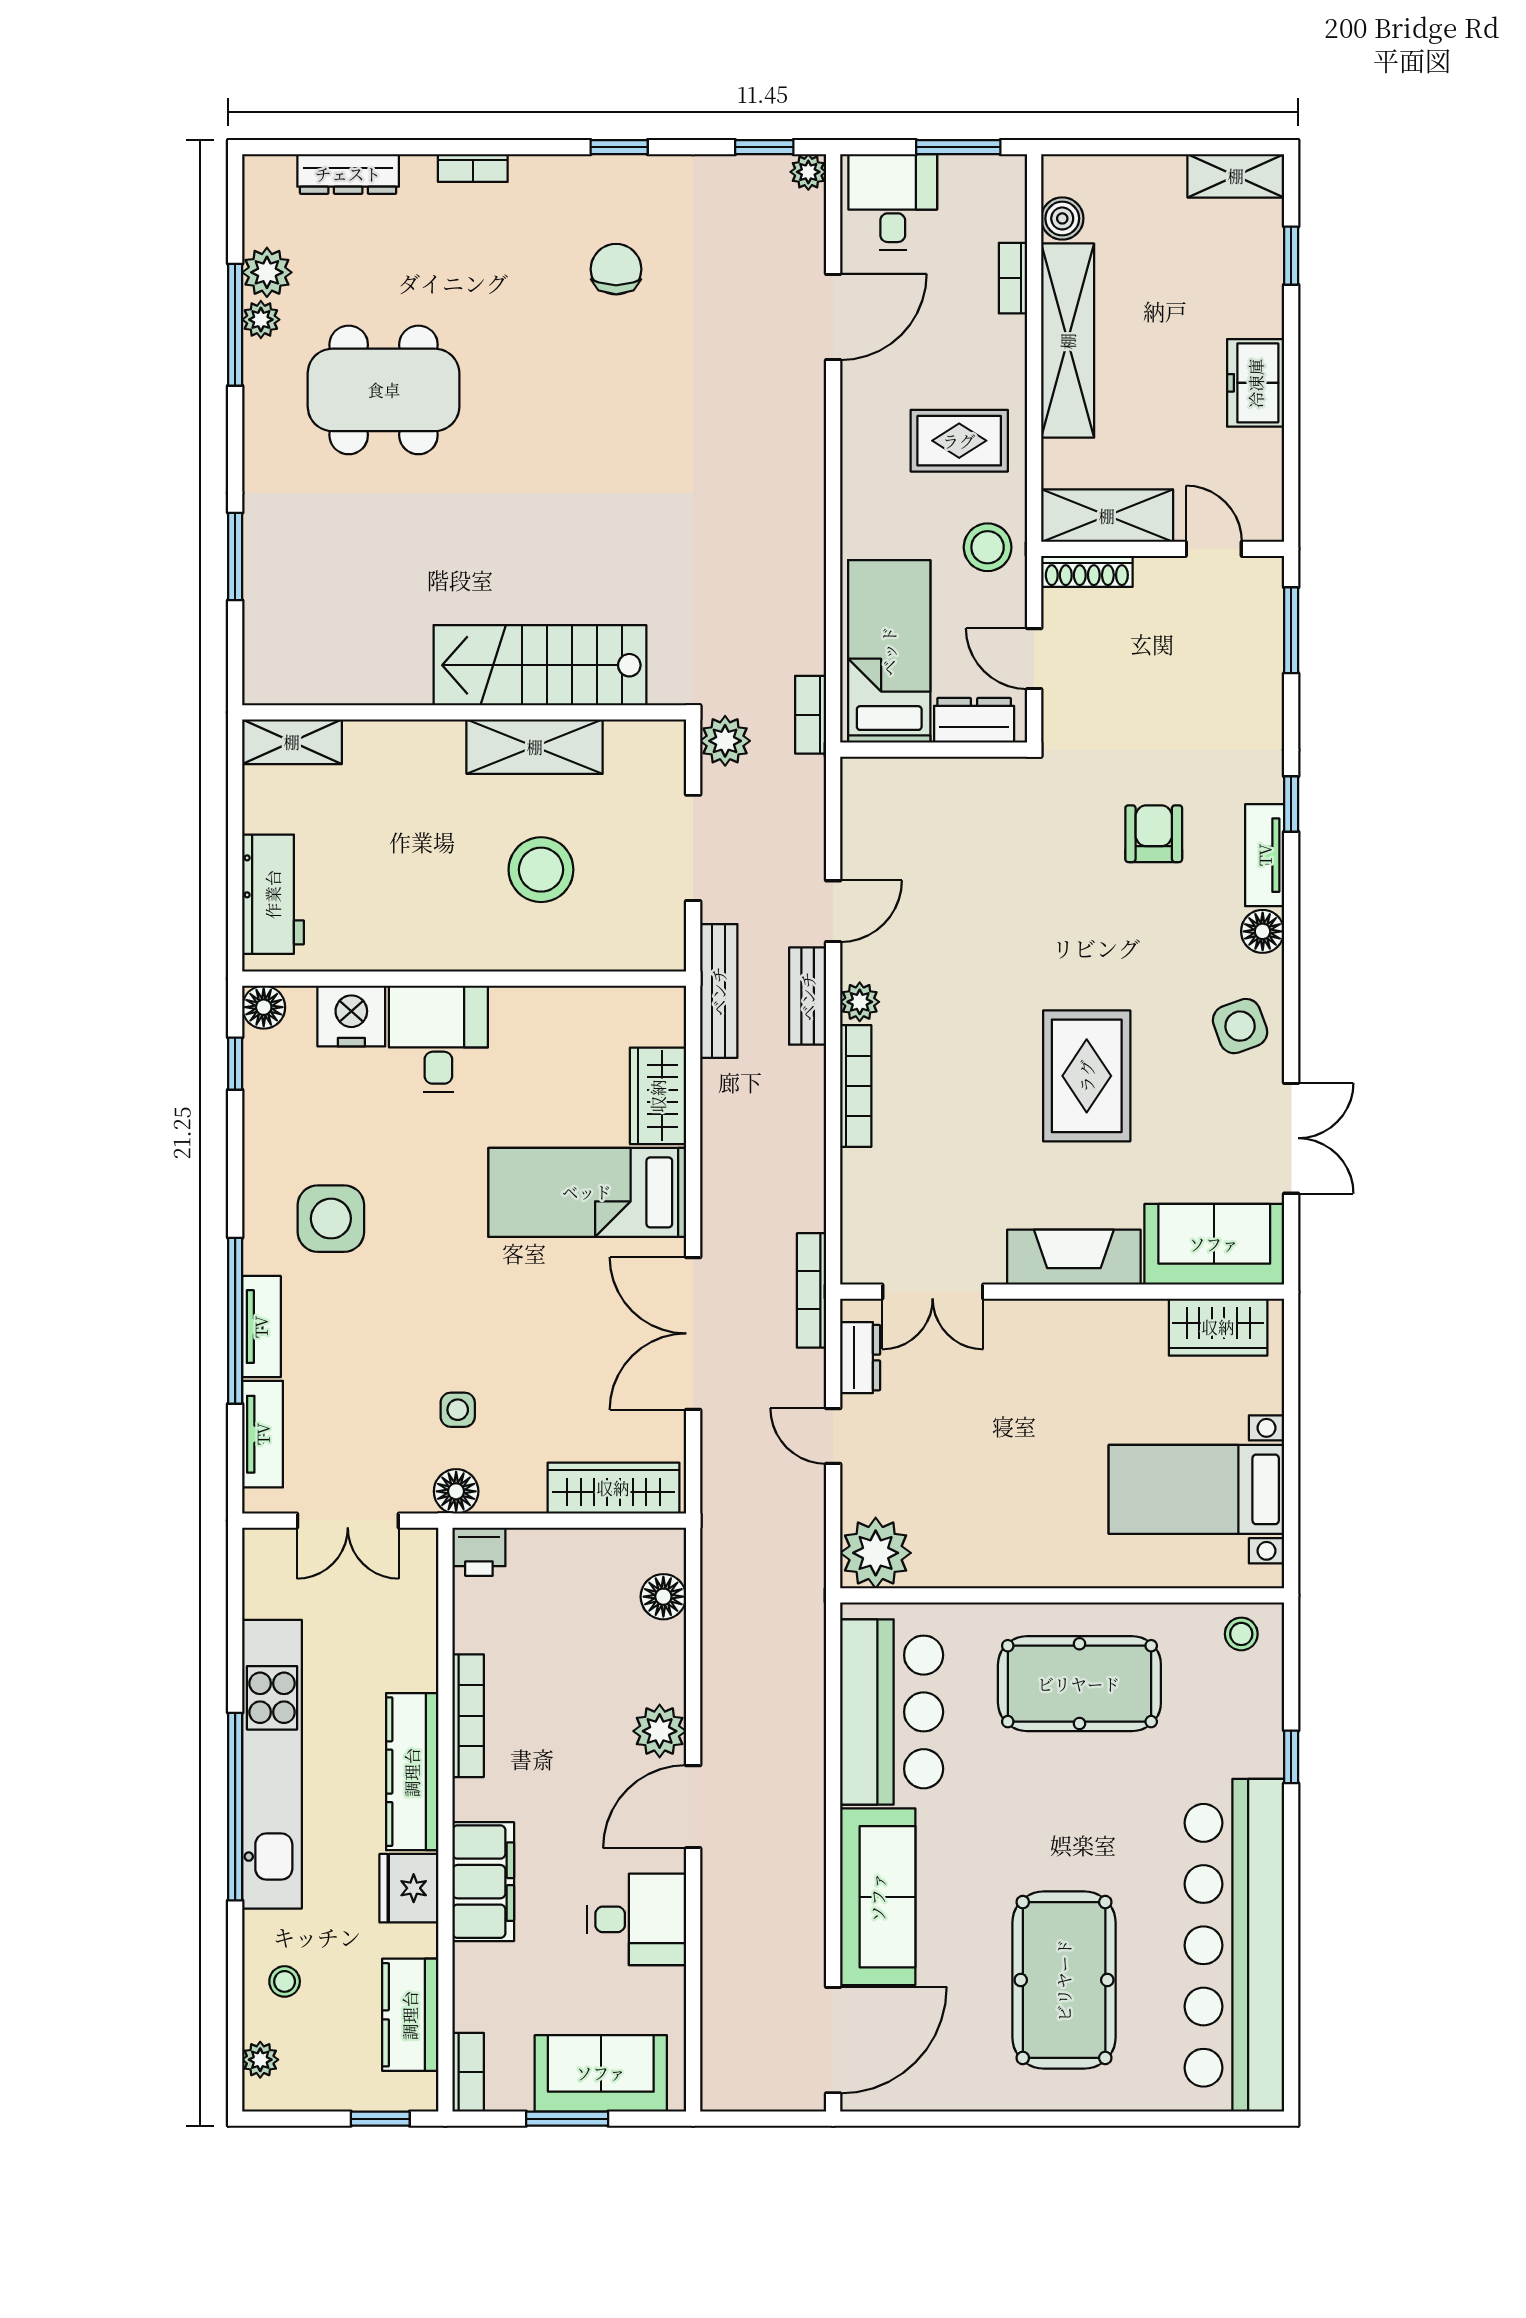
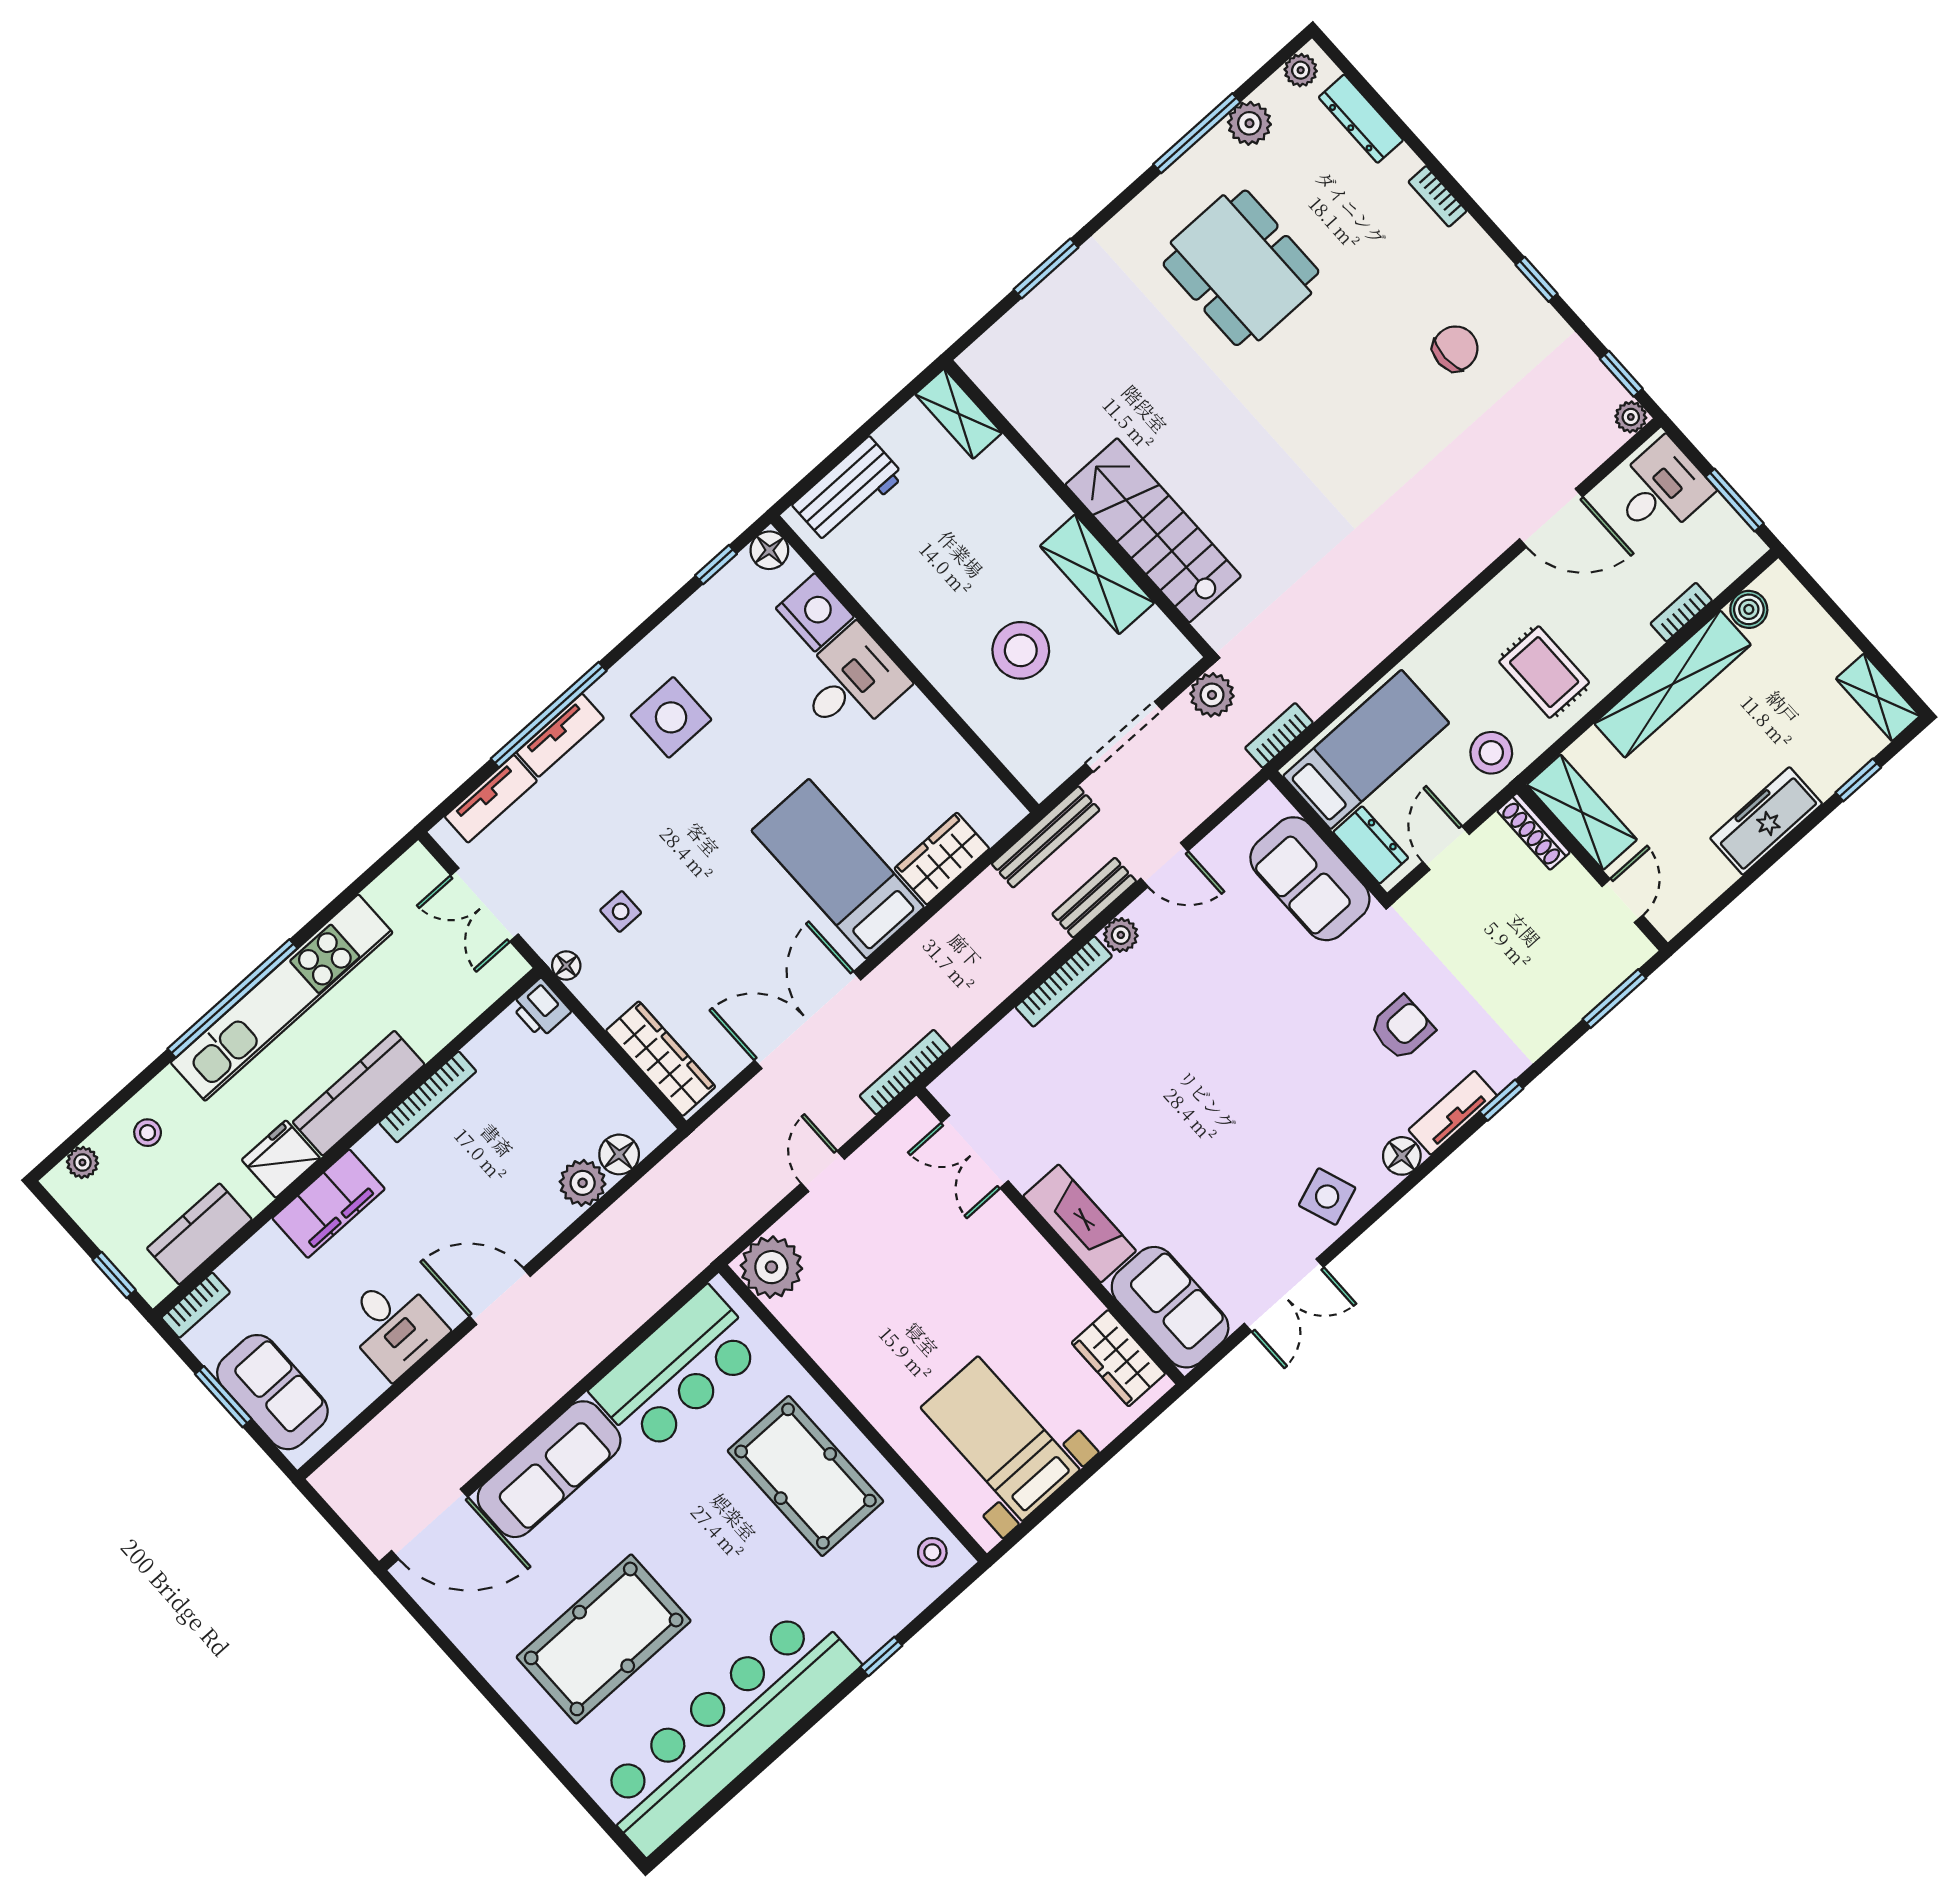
plant: (261, 320) -> (1301, 70), moved
freezer: (1256, 383) -> (1766, 821), width x1.40
sofa: (956, 798) -> (1310, 879), added
rug: (1087, 1076) -> (1205, 1126), removed
dresser: (860, 1358) -> (890, 1143), removed
floor lamp: (456, 1491) -> (566, 966), width x0.73, depth x0.73
plant: (660, 1731) -> (583, 1183), moved

